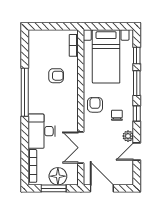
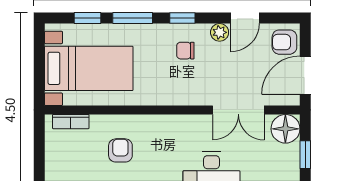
armchair: (95, 105) -> (284, 42), moved
door: (137, 152) -> (245, 18), hinge flipped
floor lamp: (58, 176) -> (285, 129), moved
window: (54, 188) -> (305, 155), width x0.67

